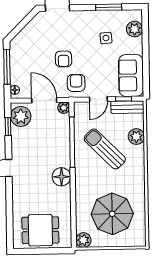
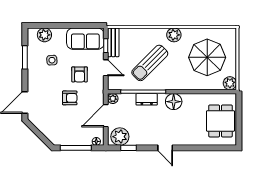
armchair: (76, 83) -> (80, 74), moved, turned -90
plant: (136, 137) -> (174, 35), moved
dresser: (63, 146) -> (147, 99), added

